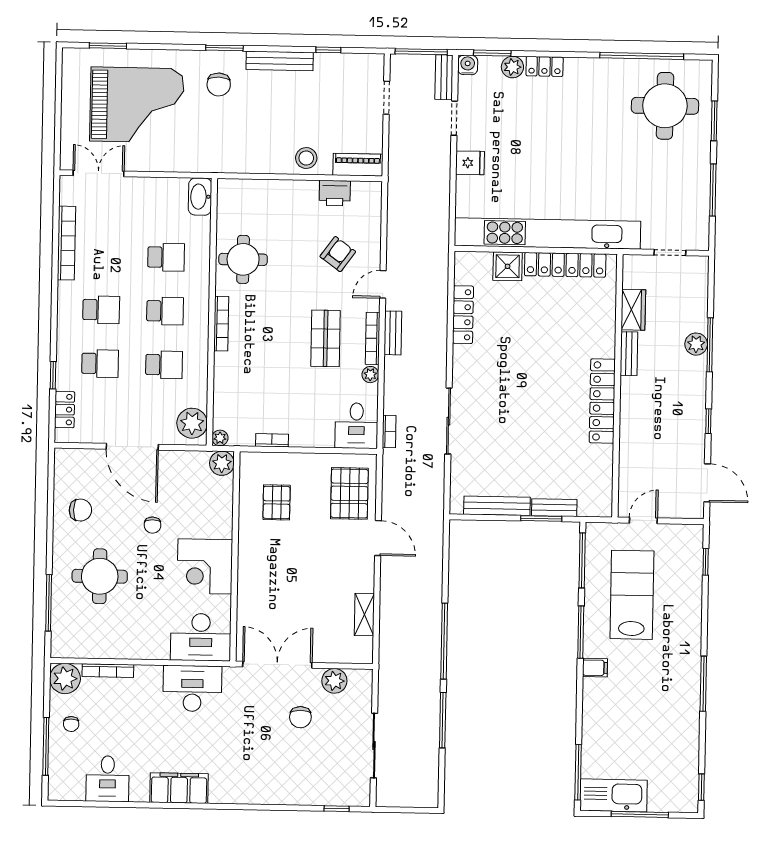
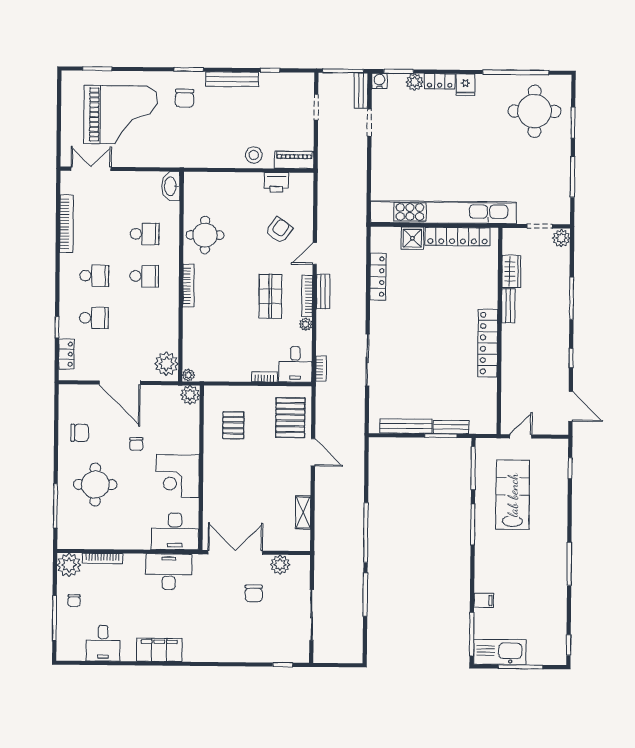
fridge: (470, 163) -> (465, 85), moved, turned 90
plant: (696, 344) -> (561, 238), moved
school desk: (164, 365) -> (144, 318), removed
bookcase: (272, 440) -> (264, 377), moved
filing cabinet: (595, 668) -> (484, 600), moved

